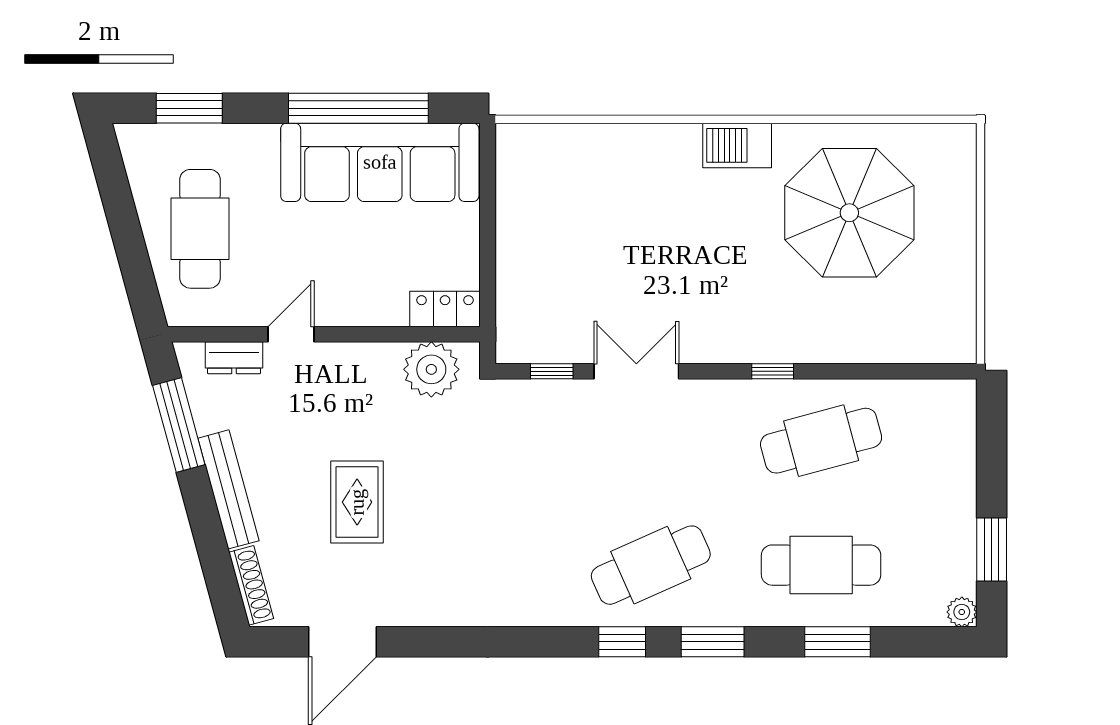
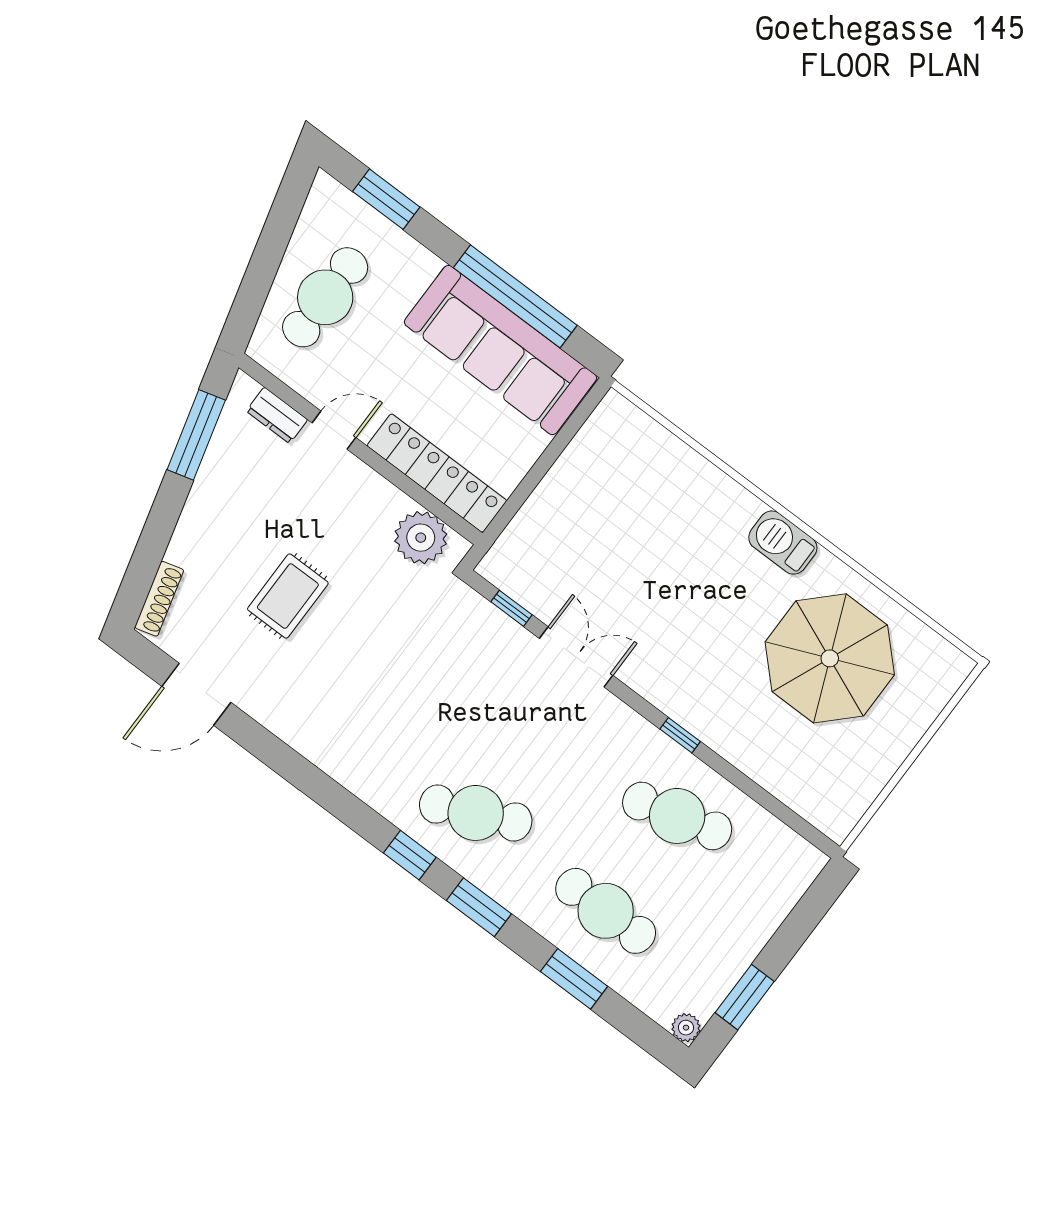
locker: (445, 309) -> (437, 473), width x2.16, depth x1.21
bench: (228, 489) -> (197, 513), removed

